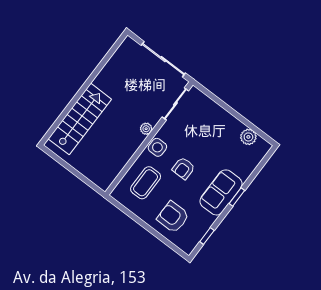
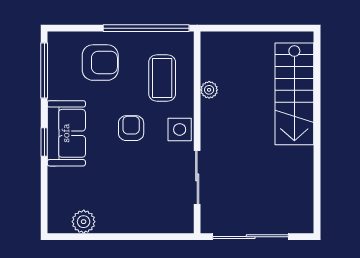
sliding door: (175, 104) -> (197, 177), moved
plant: (146, 129) -> (209, 90), moved
window: (133, 217) -> (146, 28), added
window: (207, 236) -> (44, 70), width x2.17

